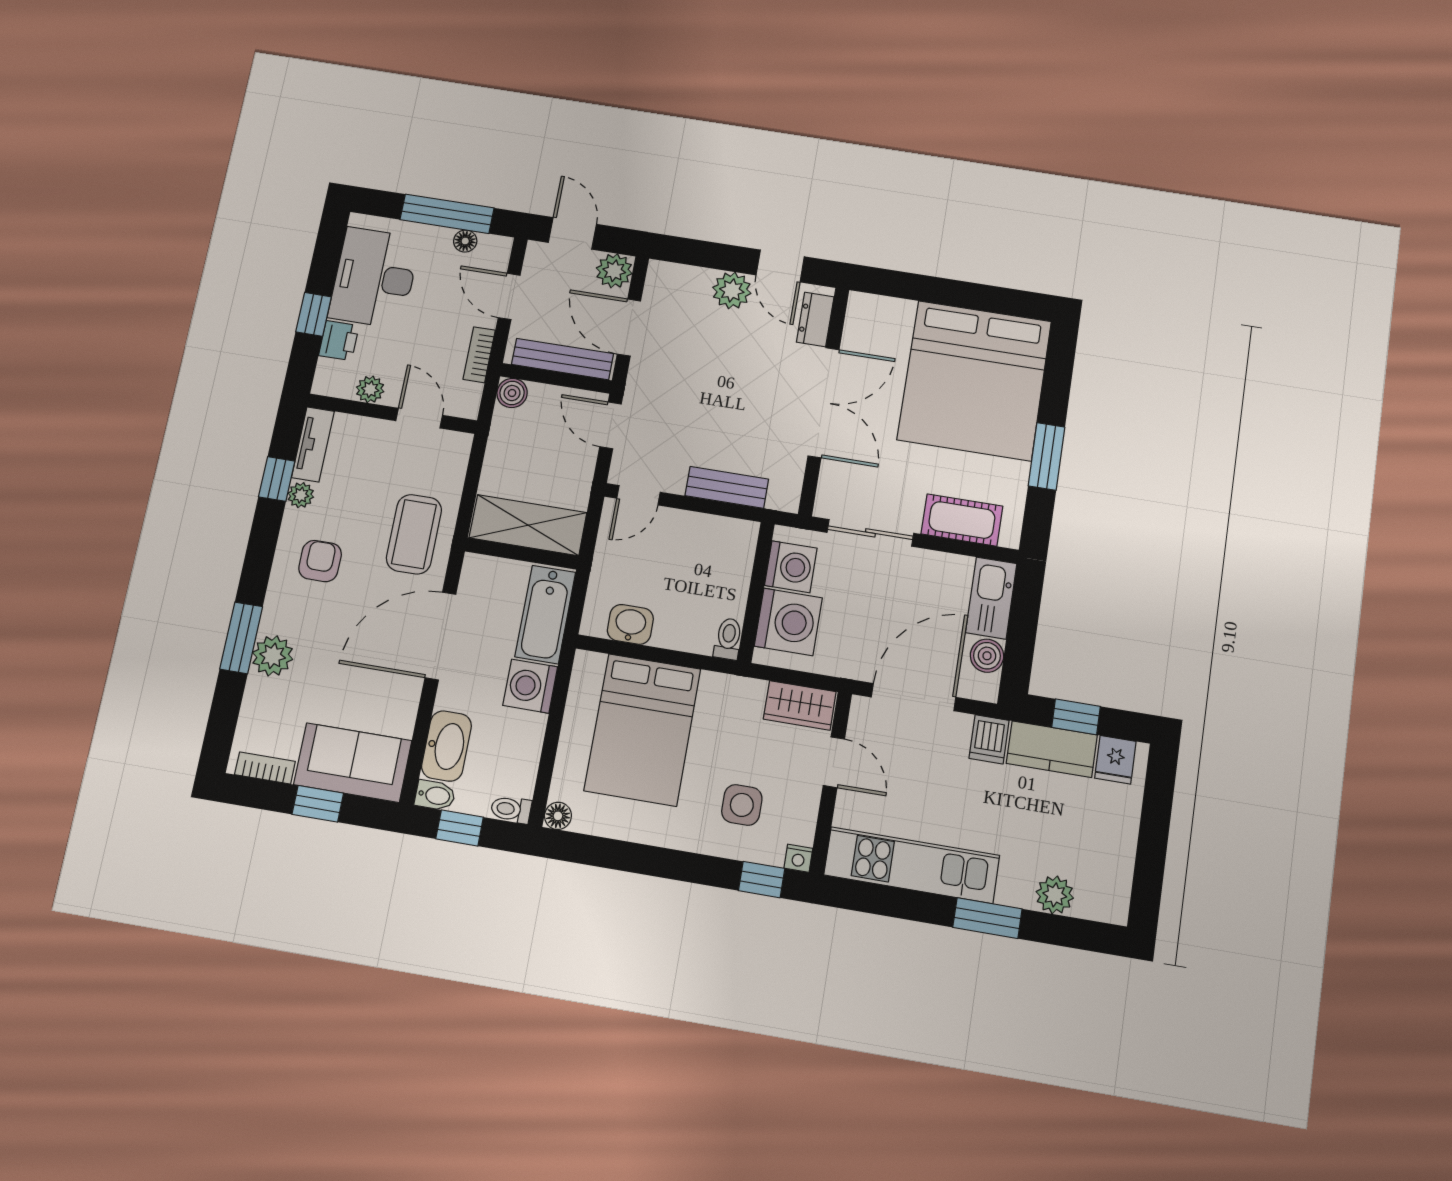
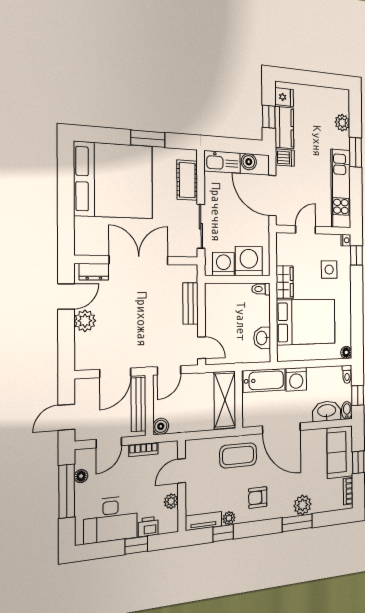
plant: (614, 271) -> (84, 389), removed
wardrobe: (800, 705) -> (285, 282), moved

